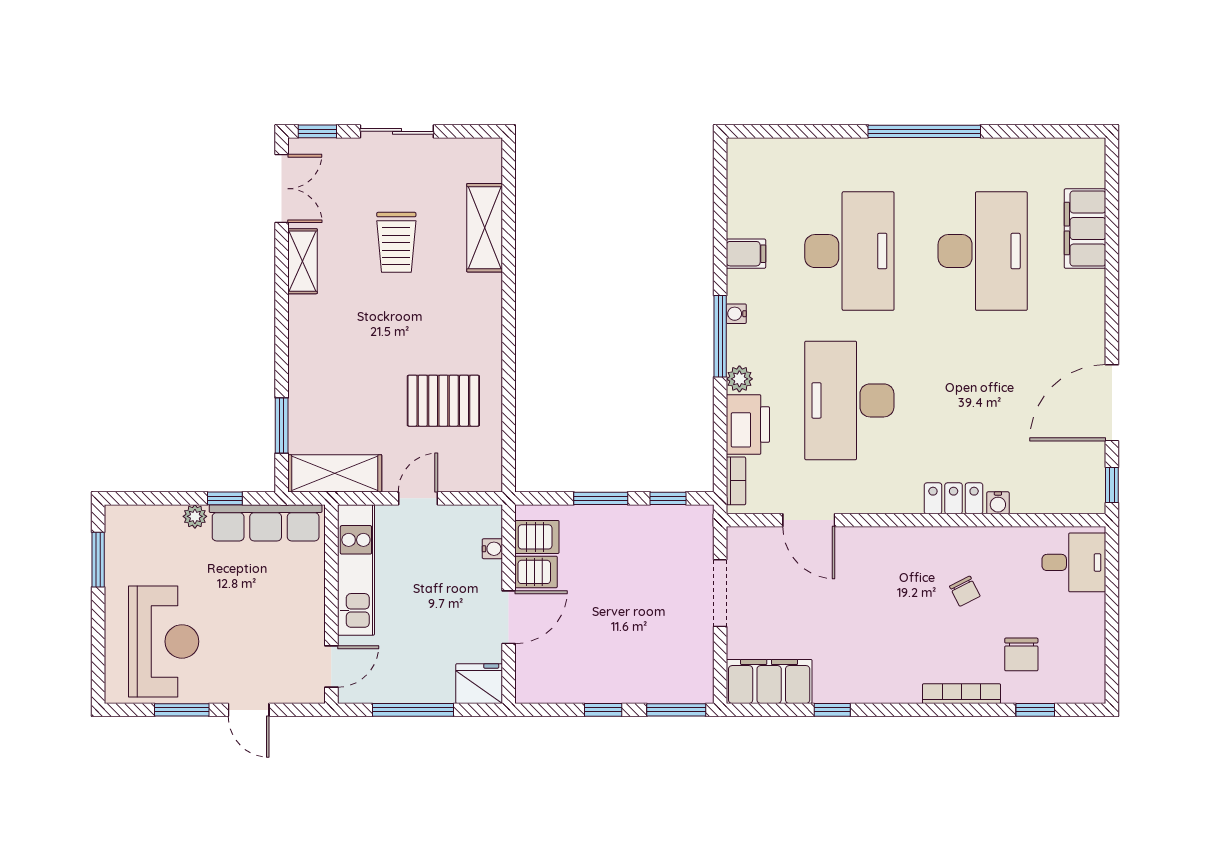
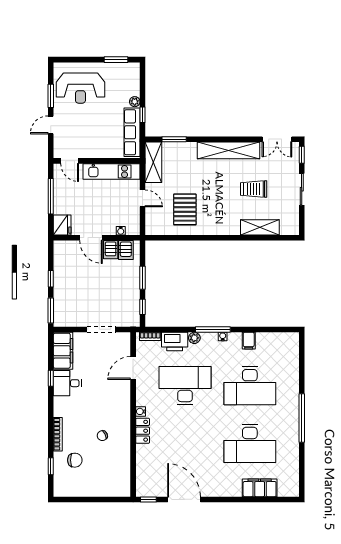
shelving: (302, 261) -> (228, 150), width x2.20, depth x1.33
water cooler: (998, 503) -> (141, 411), moved
desk: (1074, 562) -> (67, 383), moved, turned 90
chair: (1021, 654) -> (75, 460), turned 180

